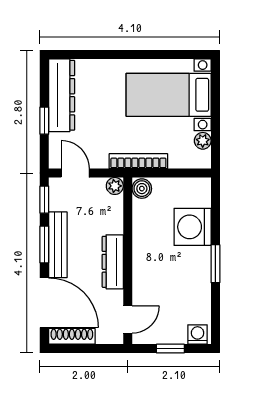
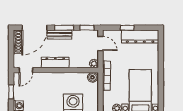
door: (75, 173) -> (100, 43), hinge flipped
bench: (58, 245) -> (59, 35), width x0.73
door: (128, 320) -> (26, 70), hinge flipped

